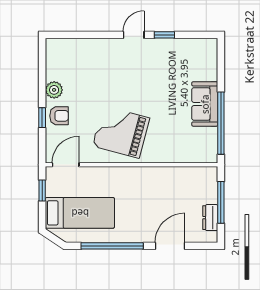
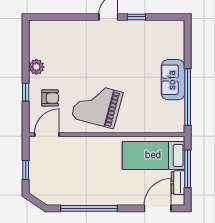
armchair: (59, 116) -> (50, 98), moved
window: (42, 190) -> (26, 170), moved
bed: (80, 213) -> (153, 156), moved, turned 180
door: (170, 246) -> (158, 208), moved

